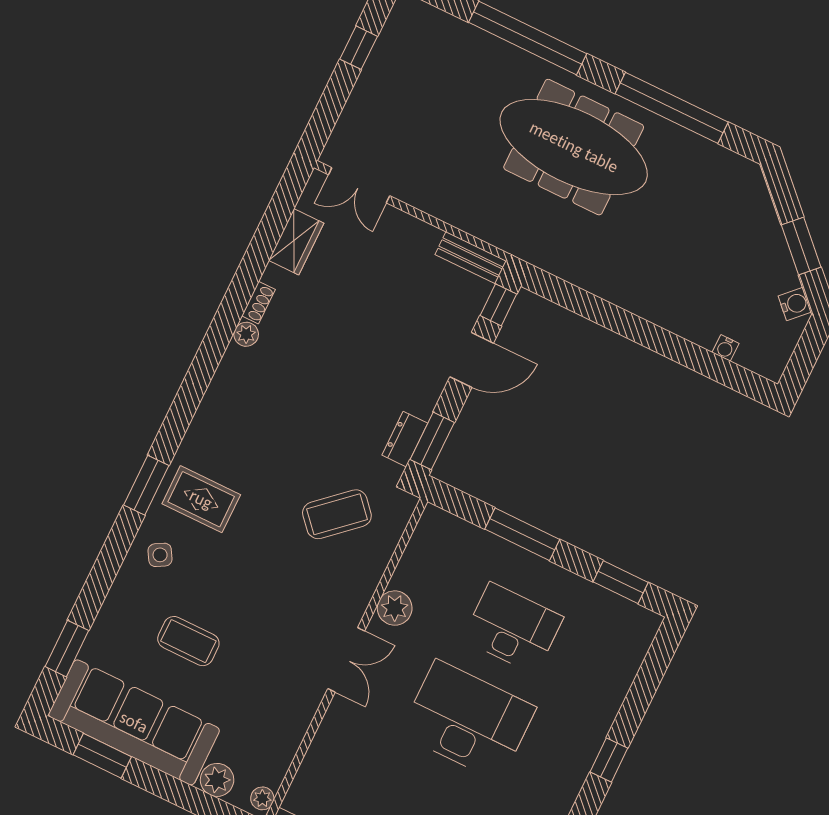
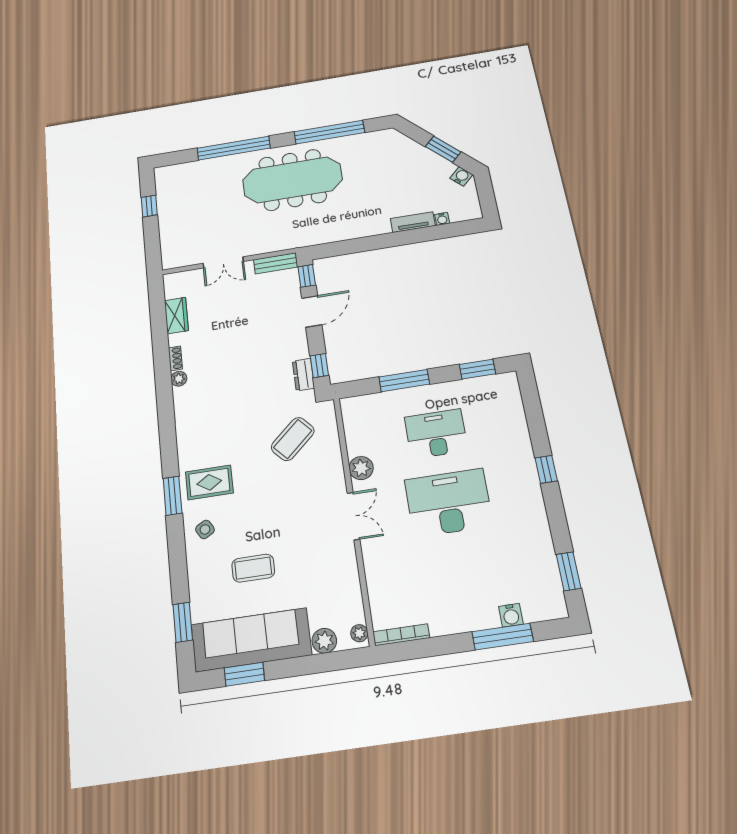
double door: (359, 185) -> (223, 262), moved
tv unit: (685, 325) -> (413, 222), added
window: (432, 441) -> (319, 366), width x0.67

